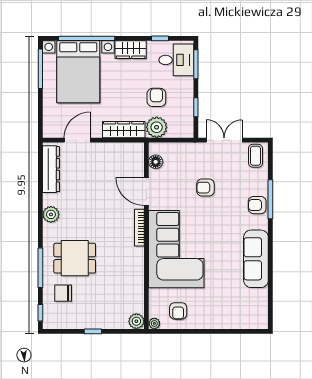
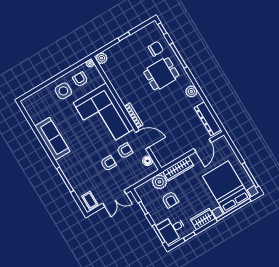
armchair: (257, 205) -> (125, 151), moved
side table: (207, 309) -> (63, 91), added

